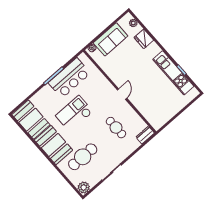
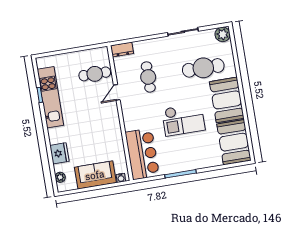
bar counter: (69, 78) -> (142, 154), moved, turned 90
door: (122, 94) -> (117, 92), moved
cafe table: (153, 107) -> (95, 74), added

